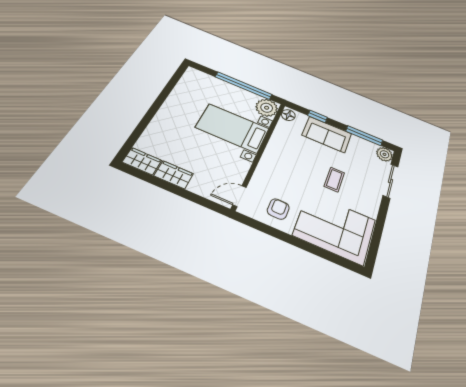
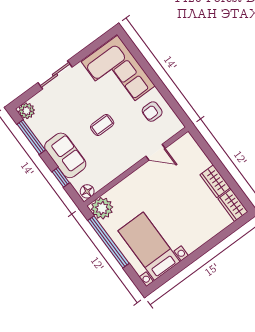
bed with nightstands: (233, 128) -> (149, 246), moved, turned 180
coffee table: (334, 180) -> (102, 125), moved
sliding door: (391, 181) -> (55, 75), moved
door: (239, 196) -> (155, 152), moved

